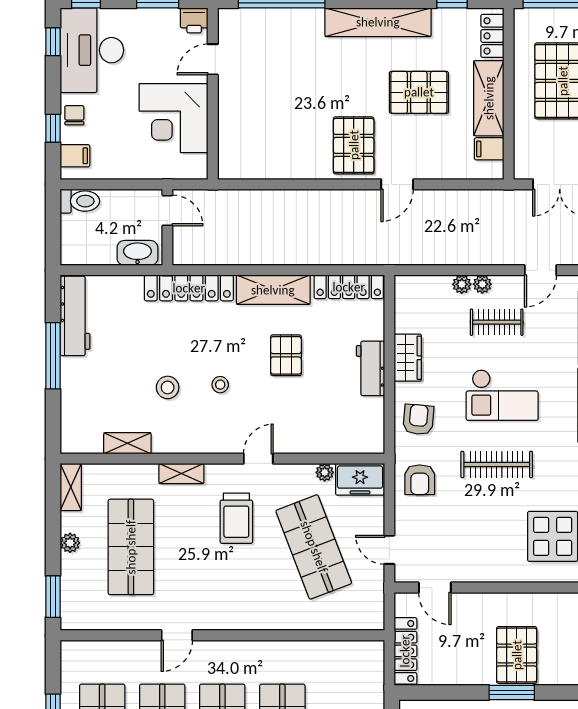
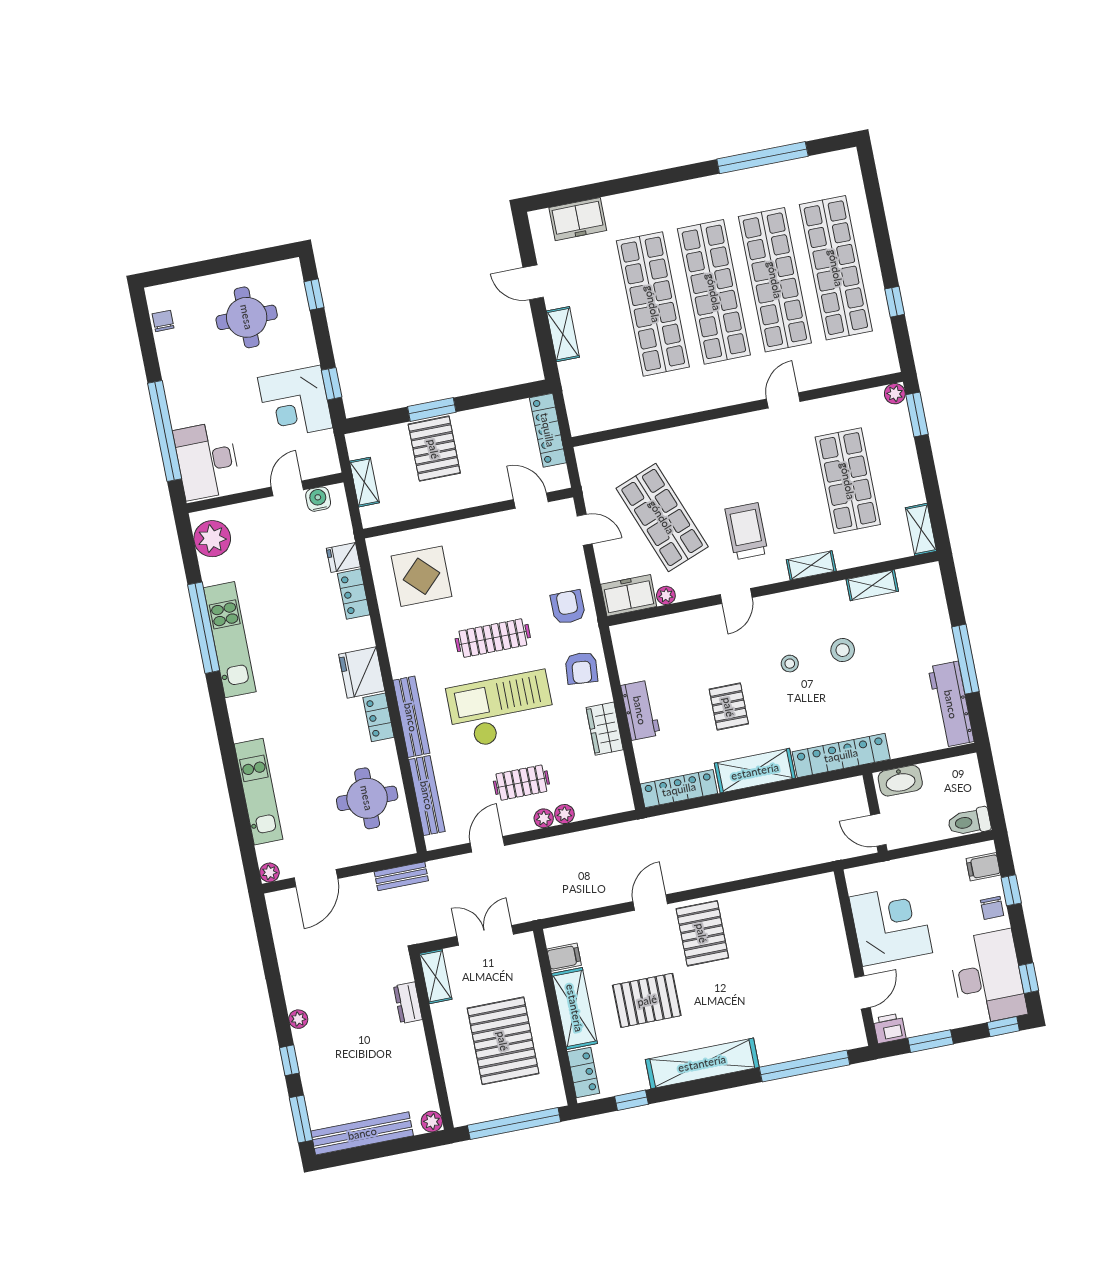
checkout: (502, 395) -> (501, 710), width x1.36, depth x1.21
plant: (70, 543) -> (895, 394), moved

